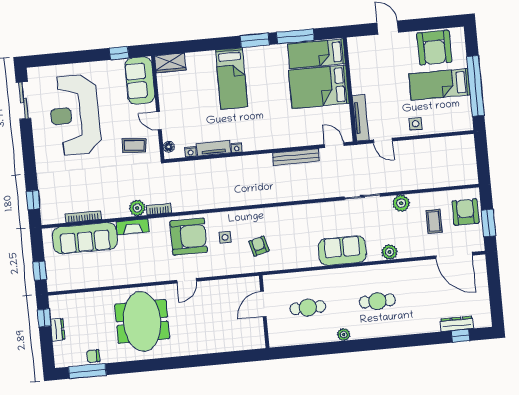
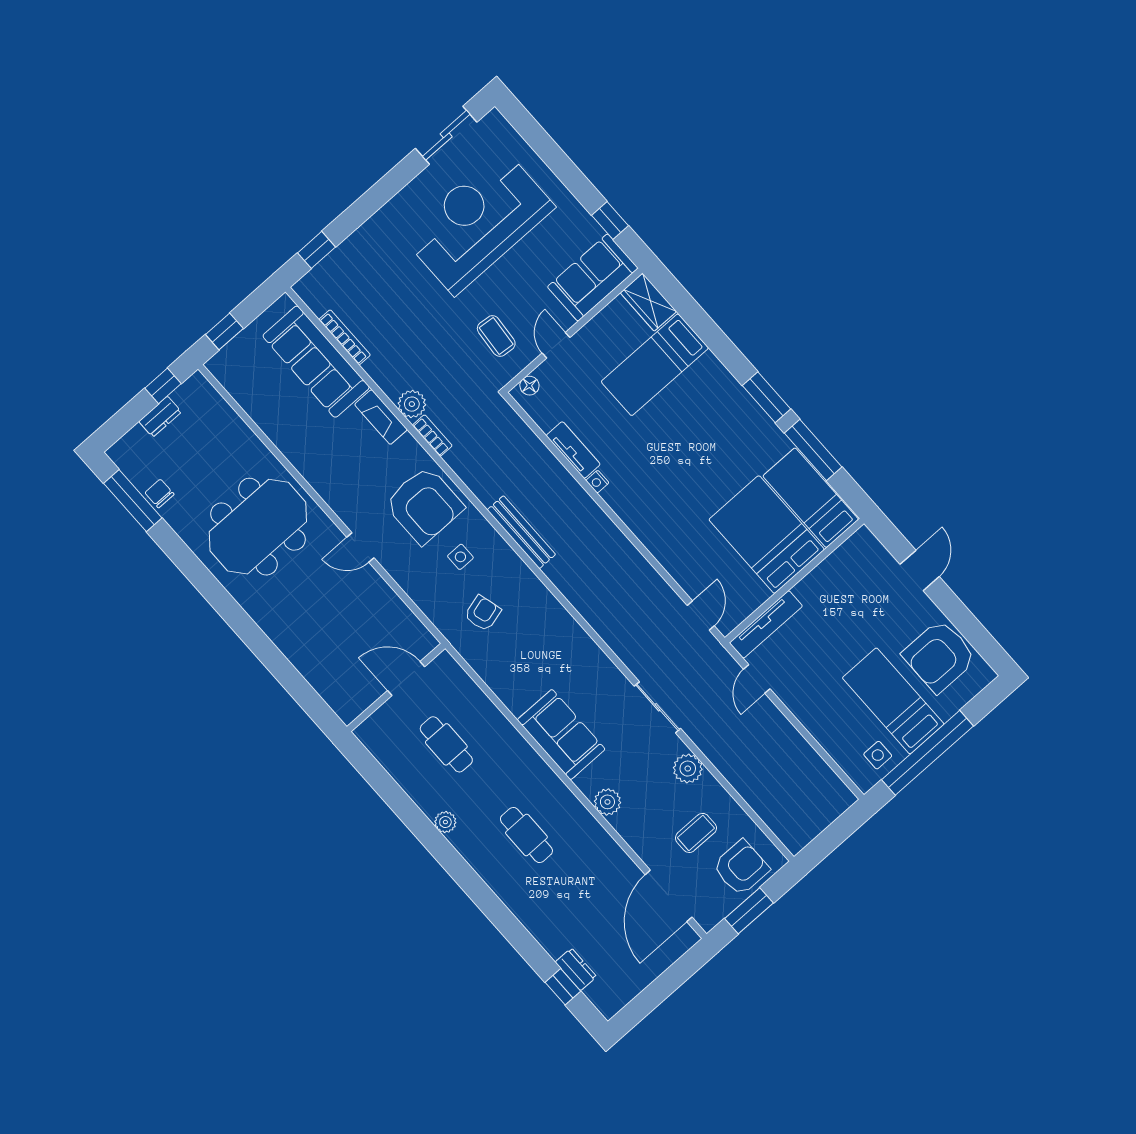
bed: (232, 78) -> (655, 365), moved
side table: (416, 124) -> (878, 755), moved
nightstand: (191, 152) -> (545, 421), removed
bench: (296, 157) -> (521, 532), moved
dresser: (457, 324) -> (576, 969), width x0.70

